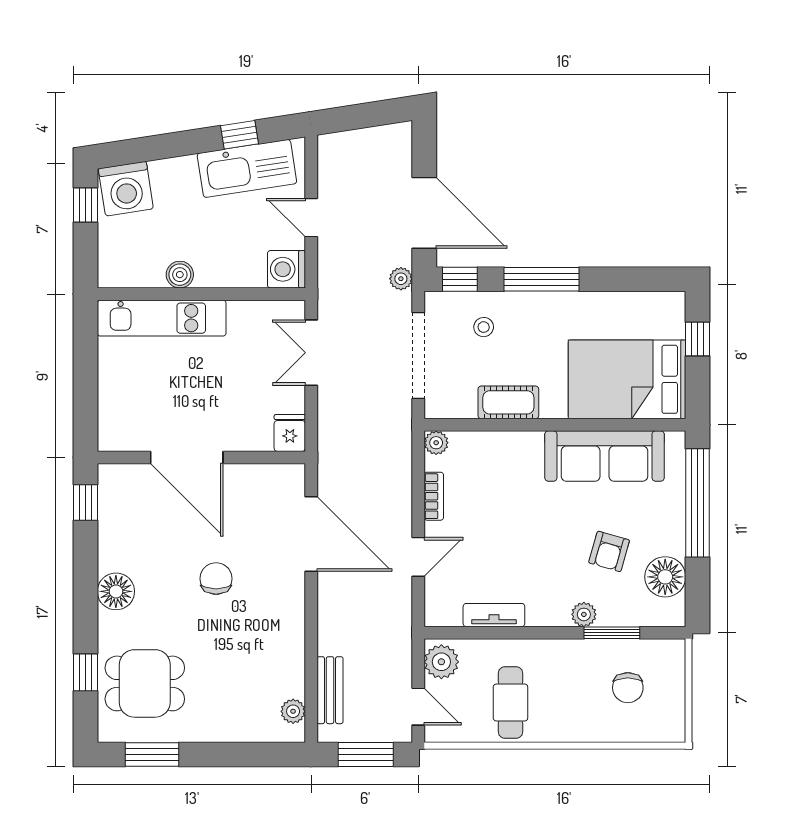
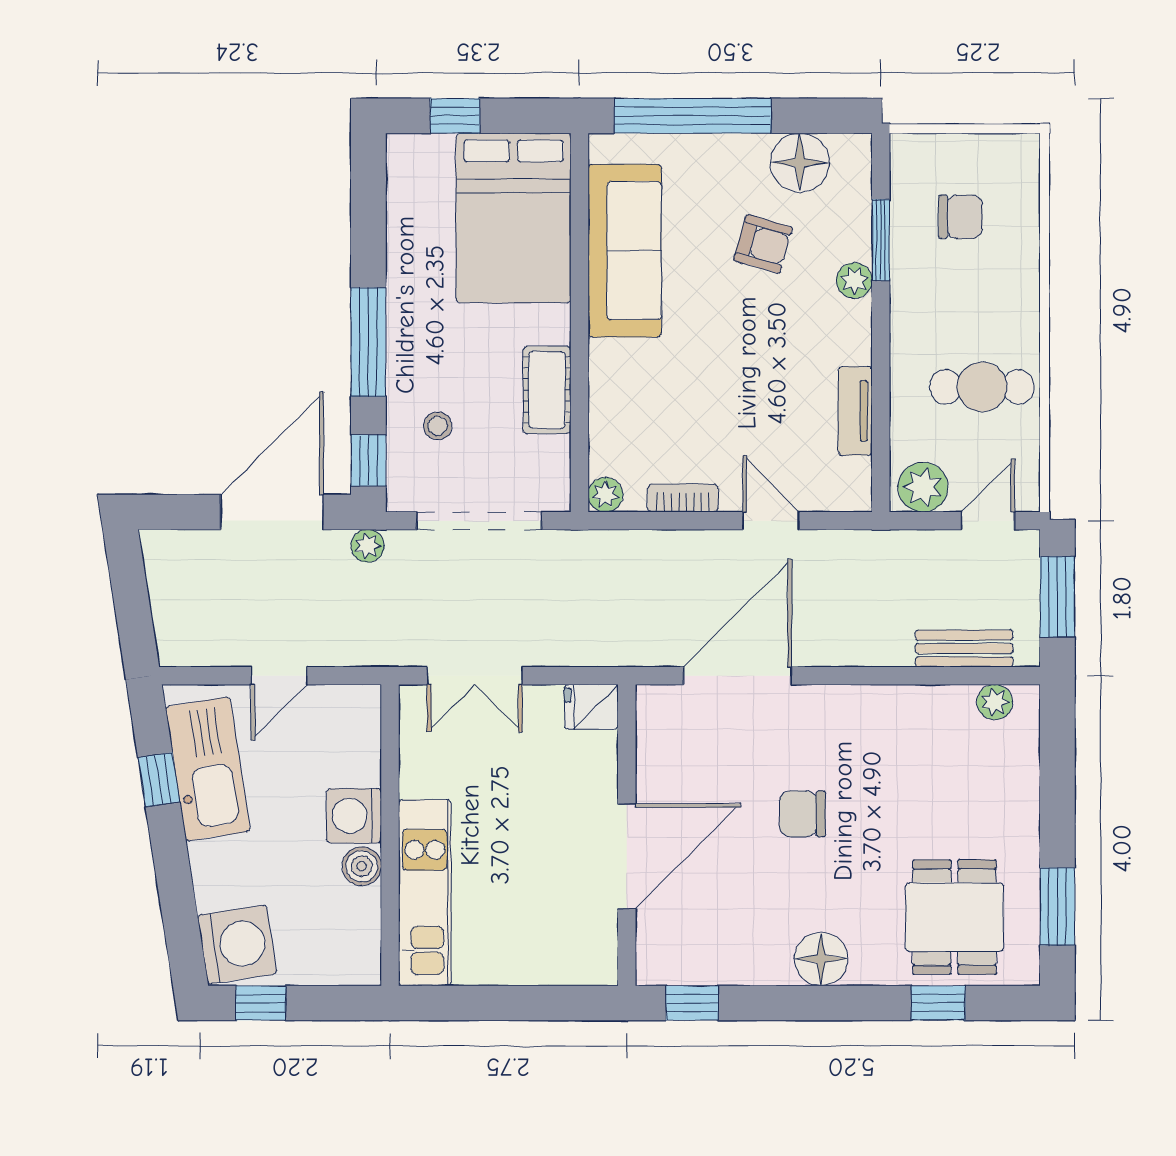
washing machine: (286, 269) -> (354, 816), moved, turned 90

